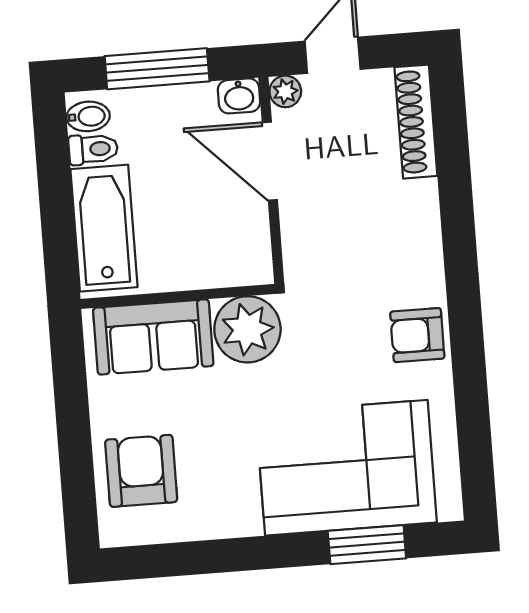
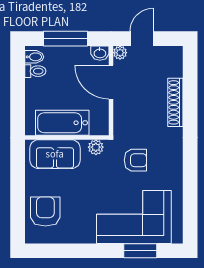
shoe rack: (416, 122) -> (175, 102), moved
bathtub: (104, 228) -> (62, 123), moved, turned -90
plant: (247, 329) -> (96, 147), width x0.53, depth x0.53
armchair: (417, 335) -> (135, 160), moved, turned 180

